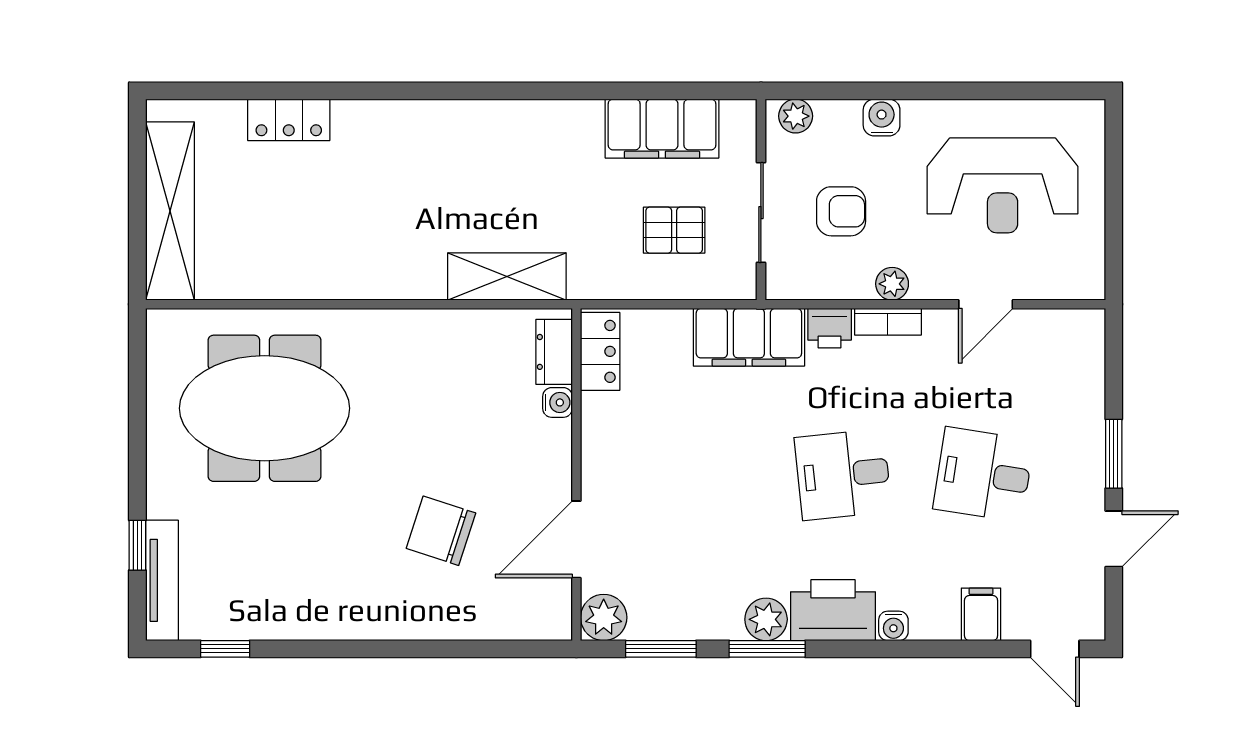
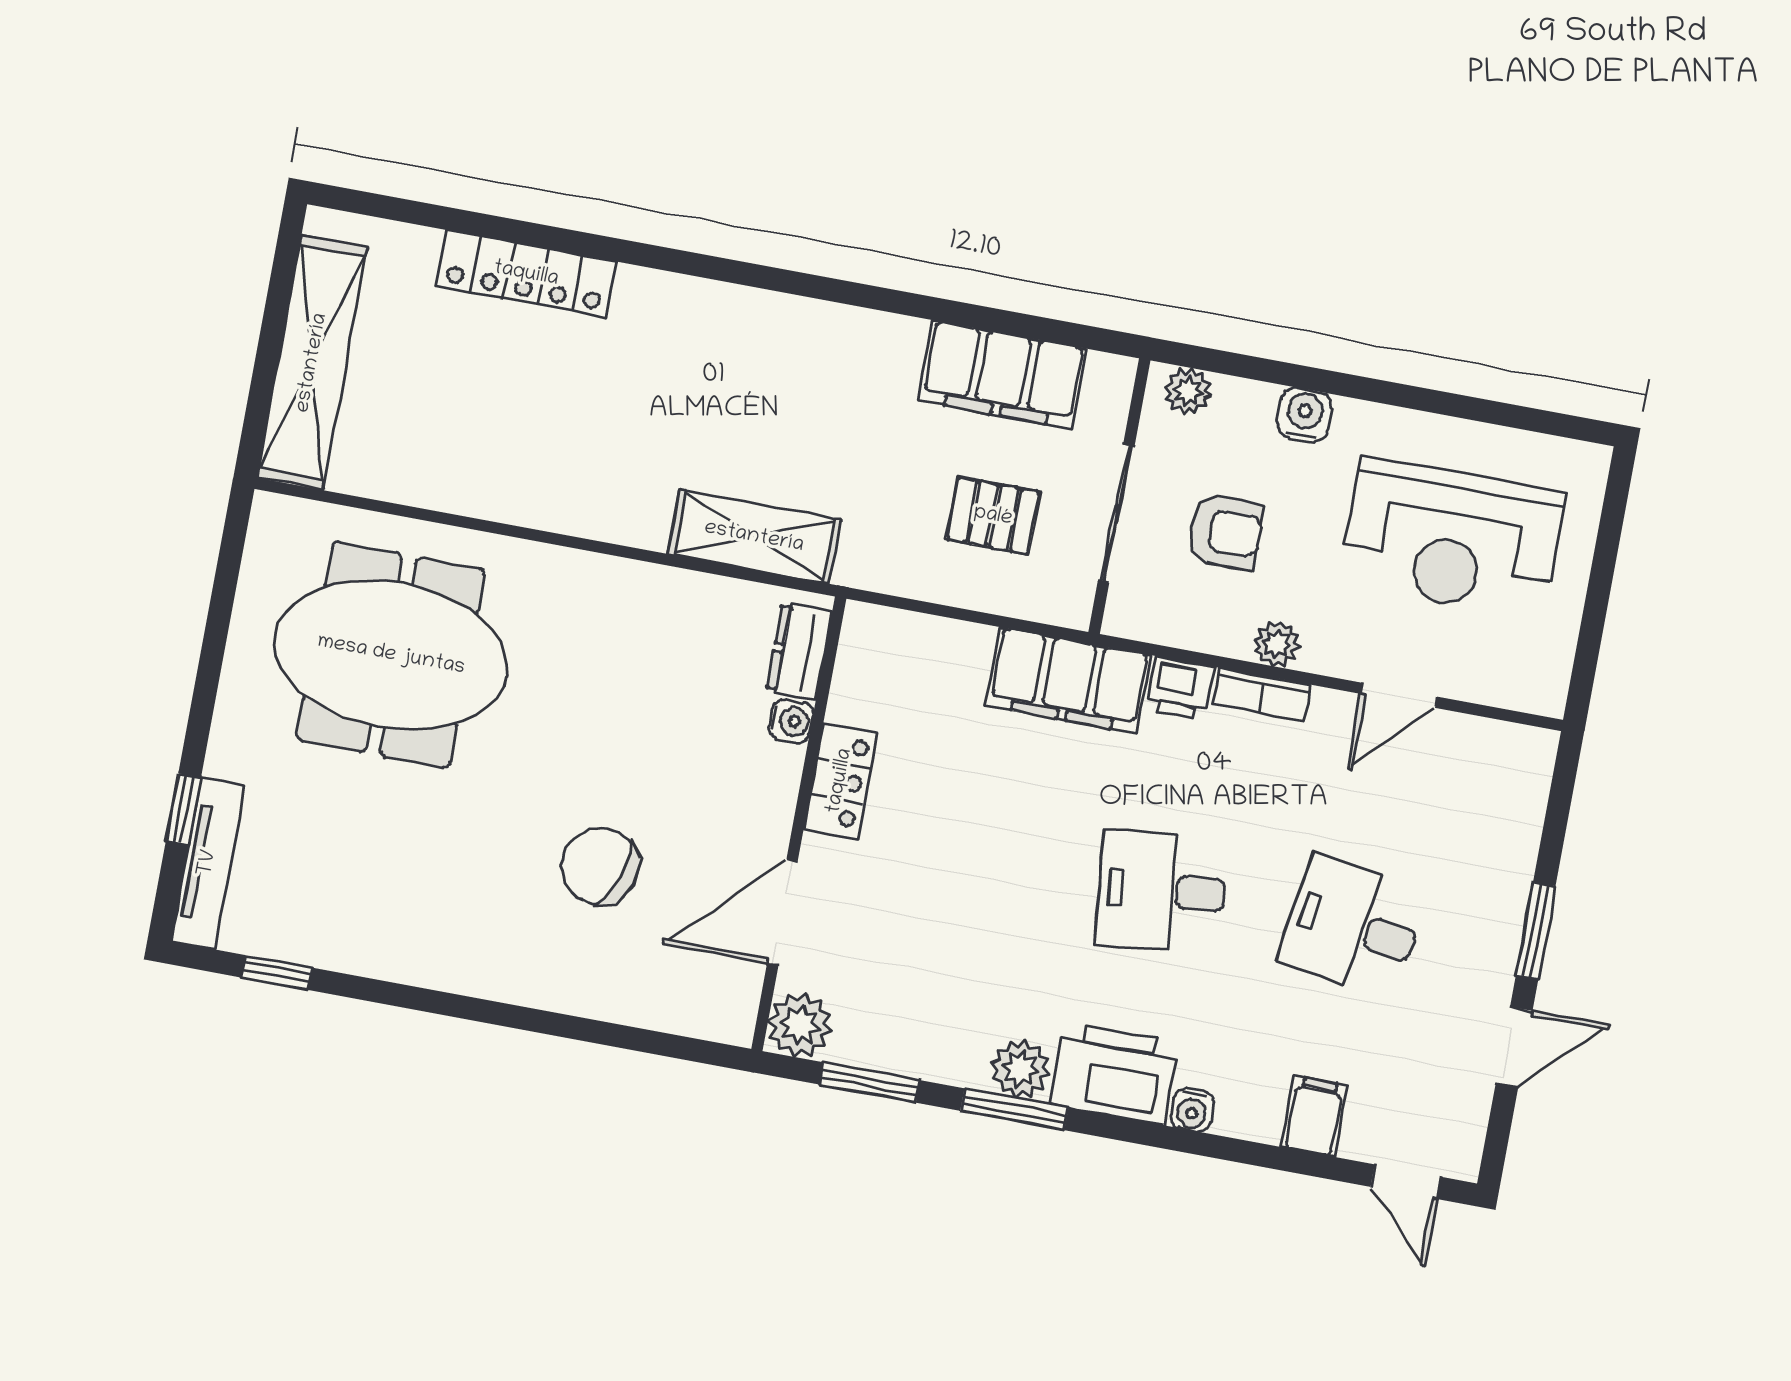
locker: (289, 120) -> (526, 274), width x1.53
locker: (600, 351) -> (840, 781), moved

